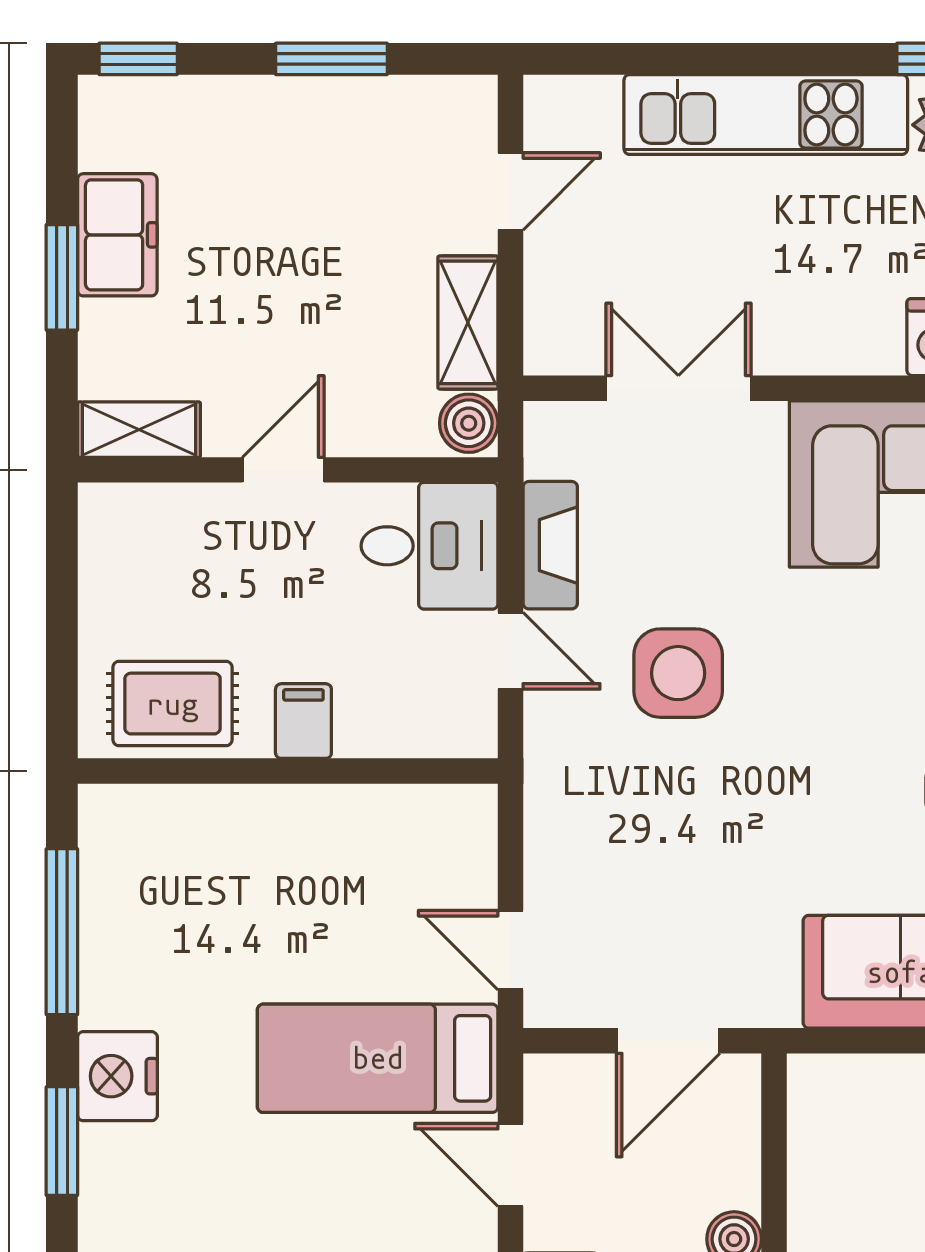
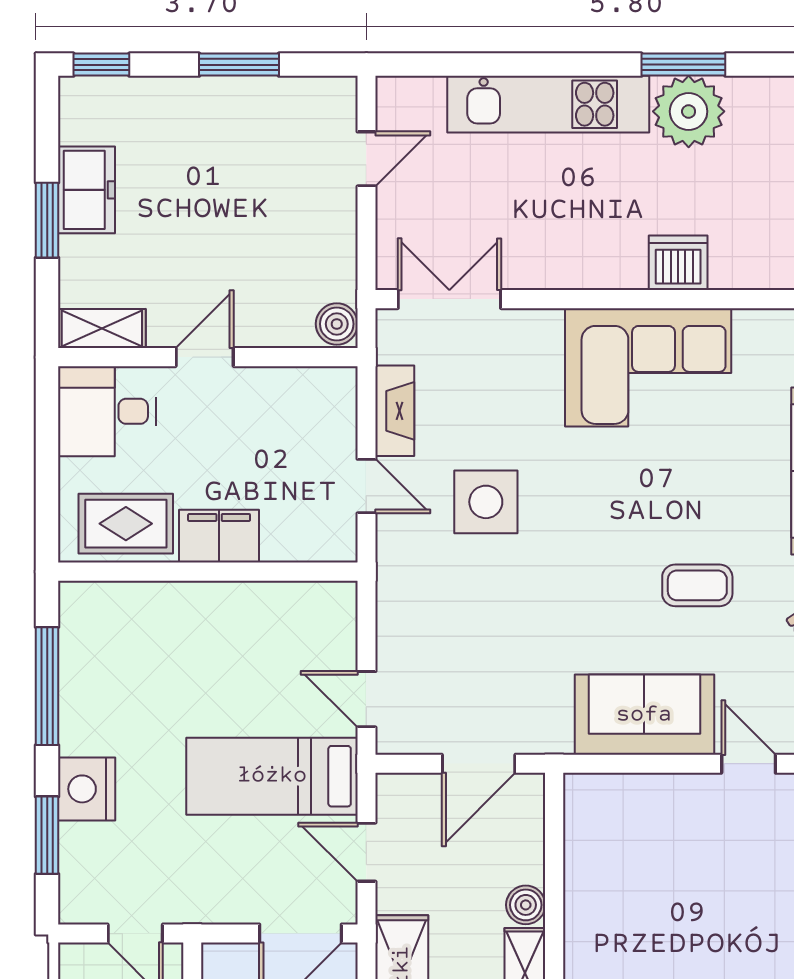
shelving: (468, 322) -> (336, 252), removed
double door: (678, 388) -> (449, 299), moved
desk: (430, 546) -> (107, 411), moved, turned 180
filing cabinet: (303, 721) -> (219, 536), width x2.00

